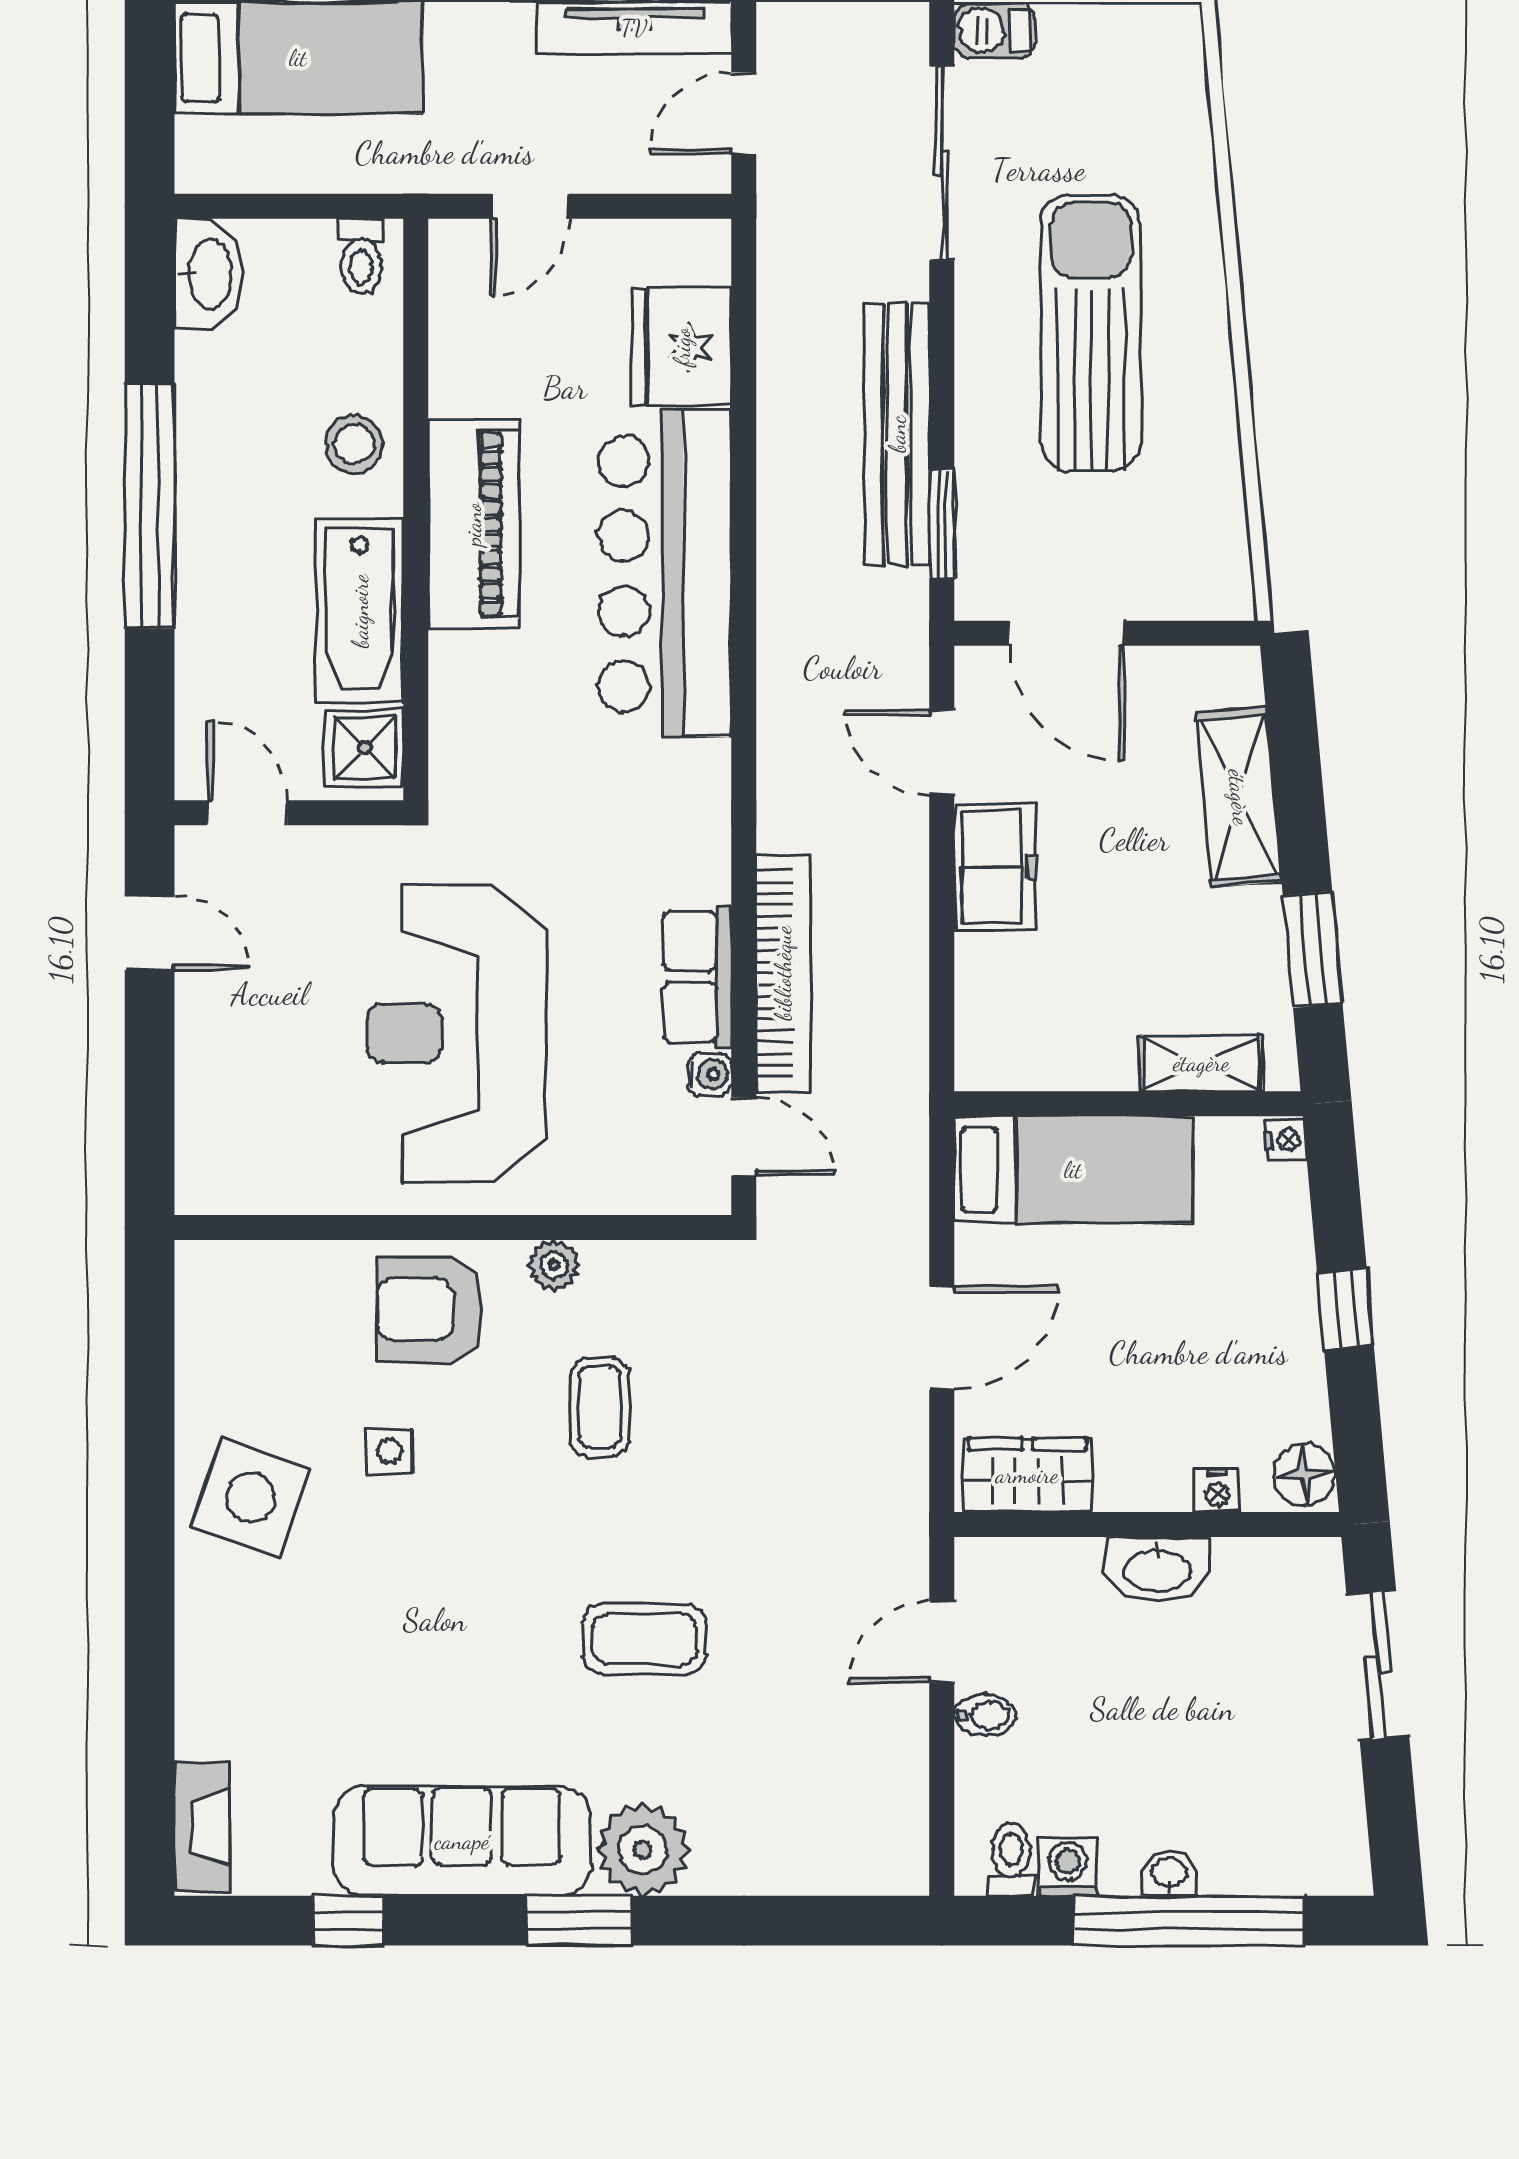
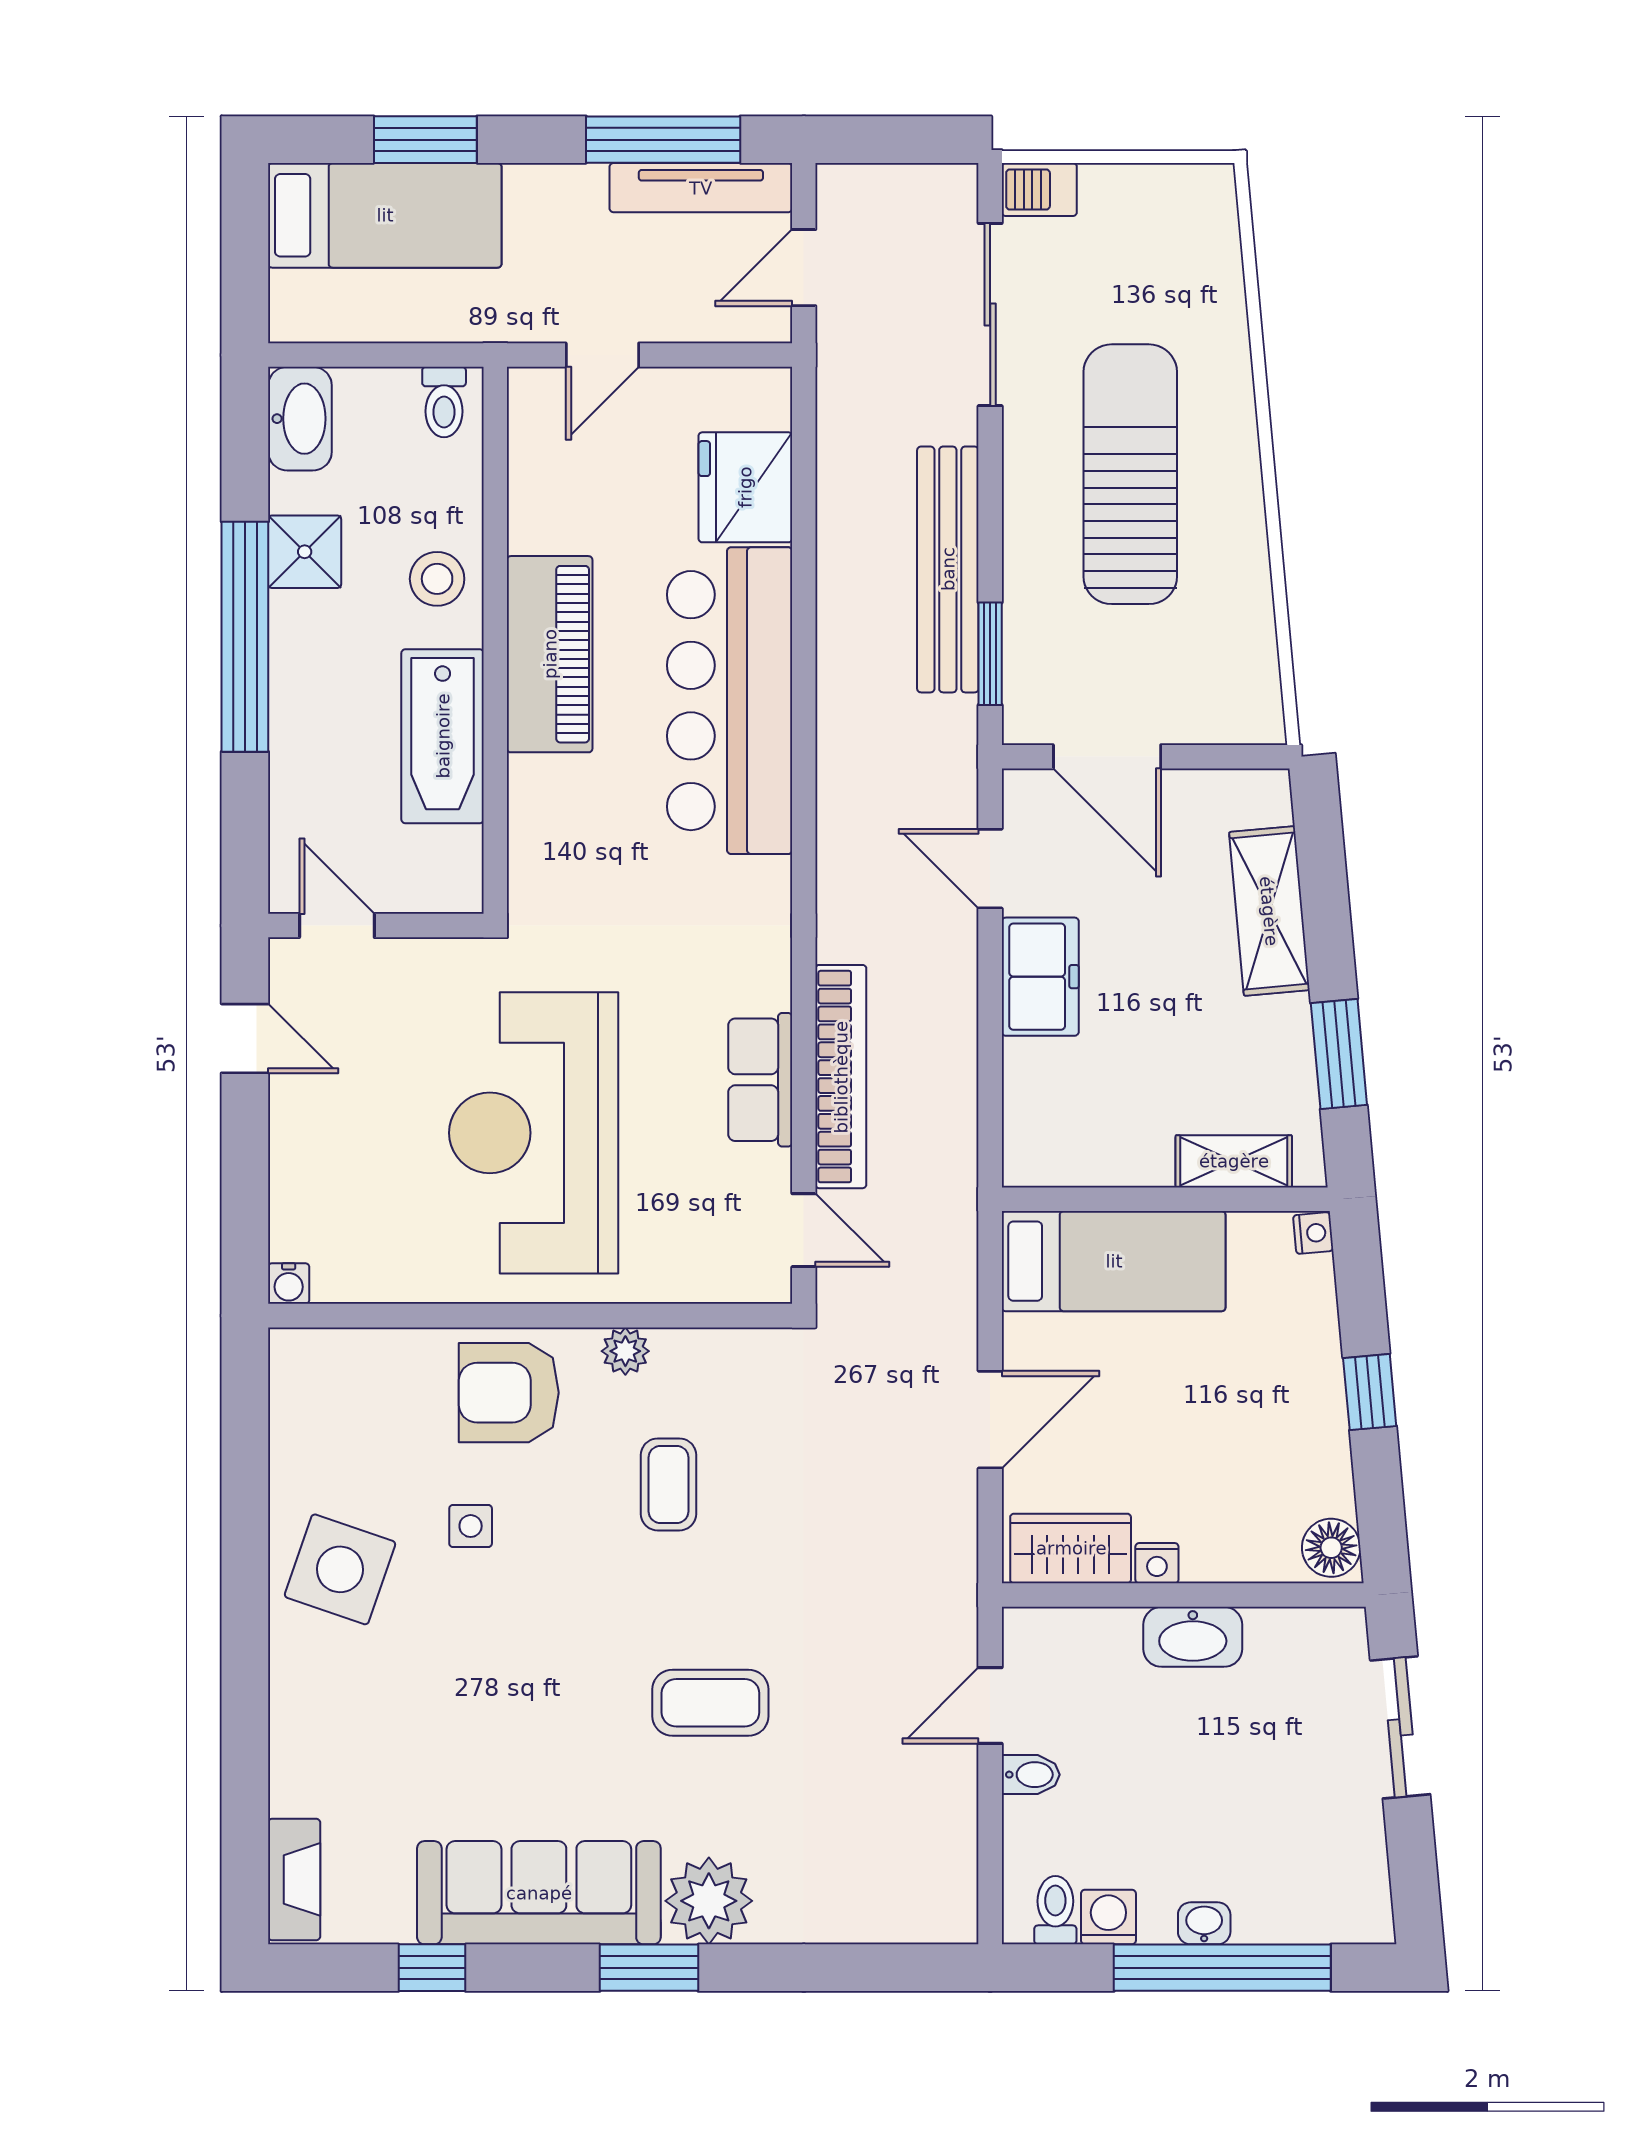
shower: (365, 748) -> (305, 552), moved
water cooler: (710, 1074) -> (289, 1284), moved, turned 90
nightstand: (1217, 1491) -> (1157, 1563), moved

